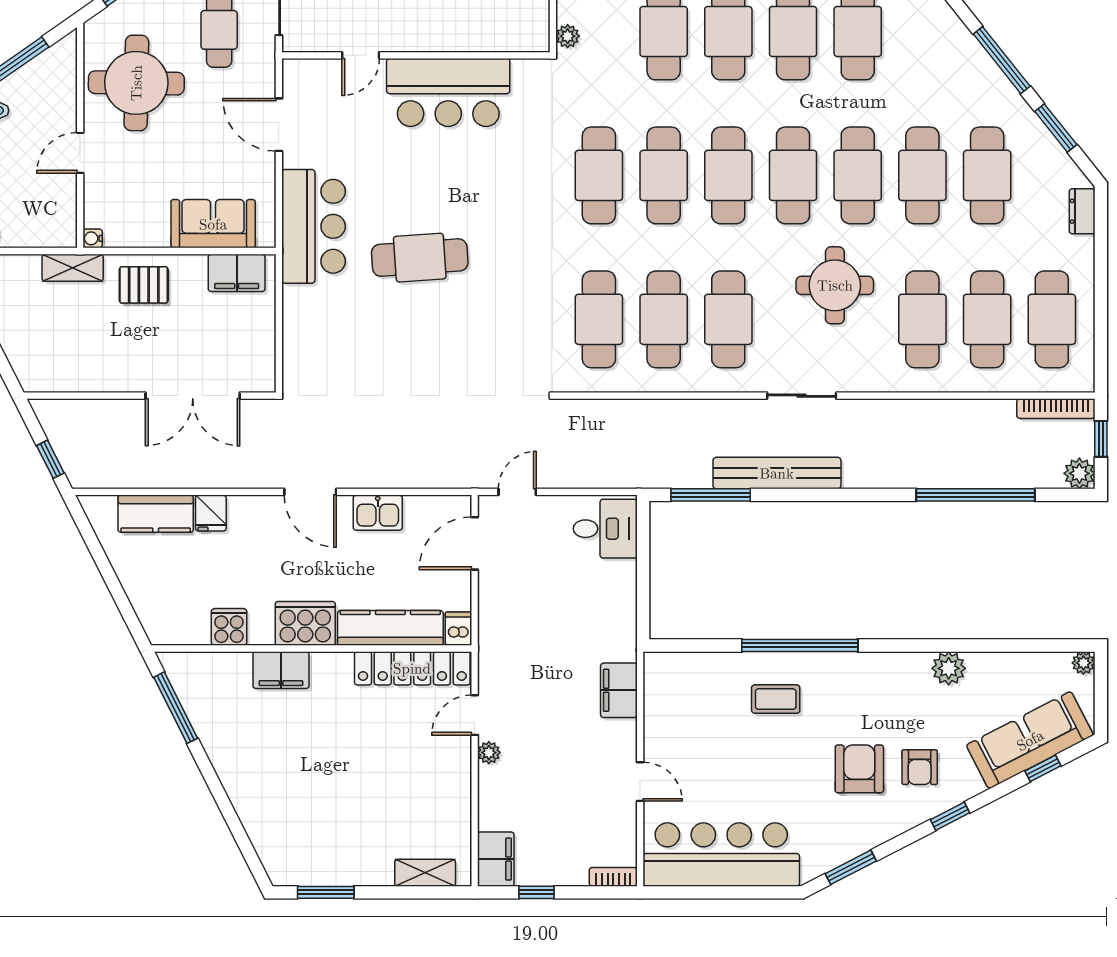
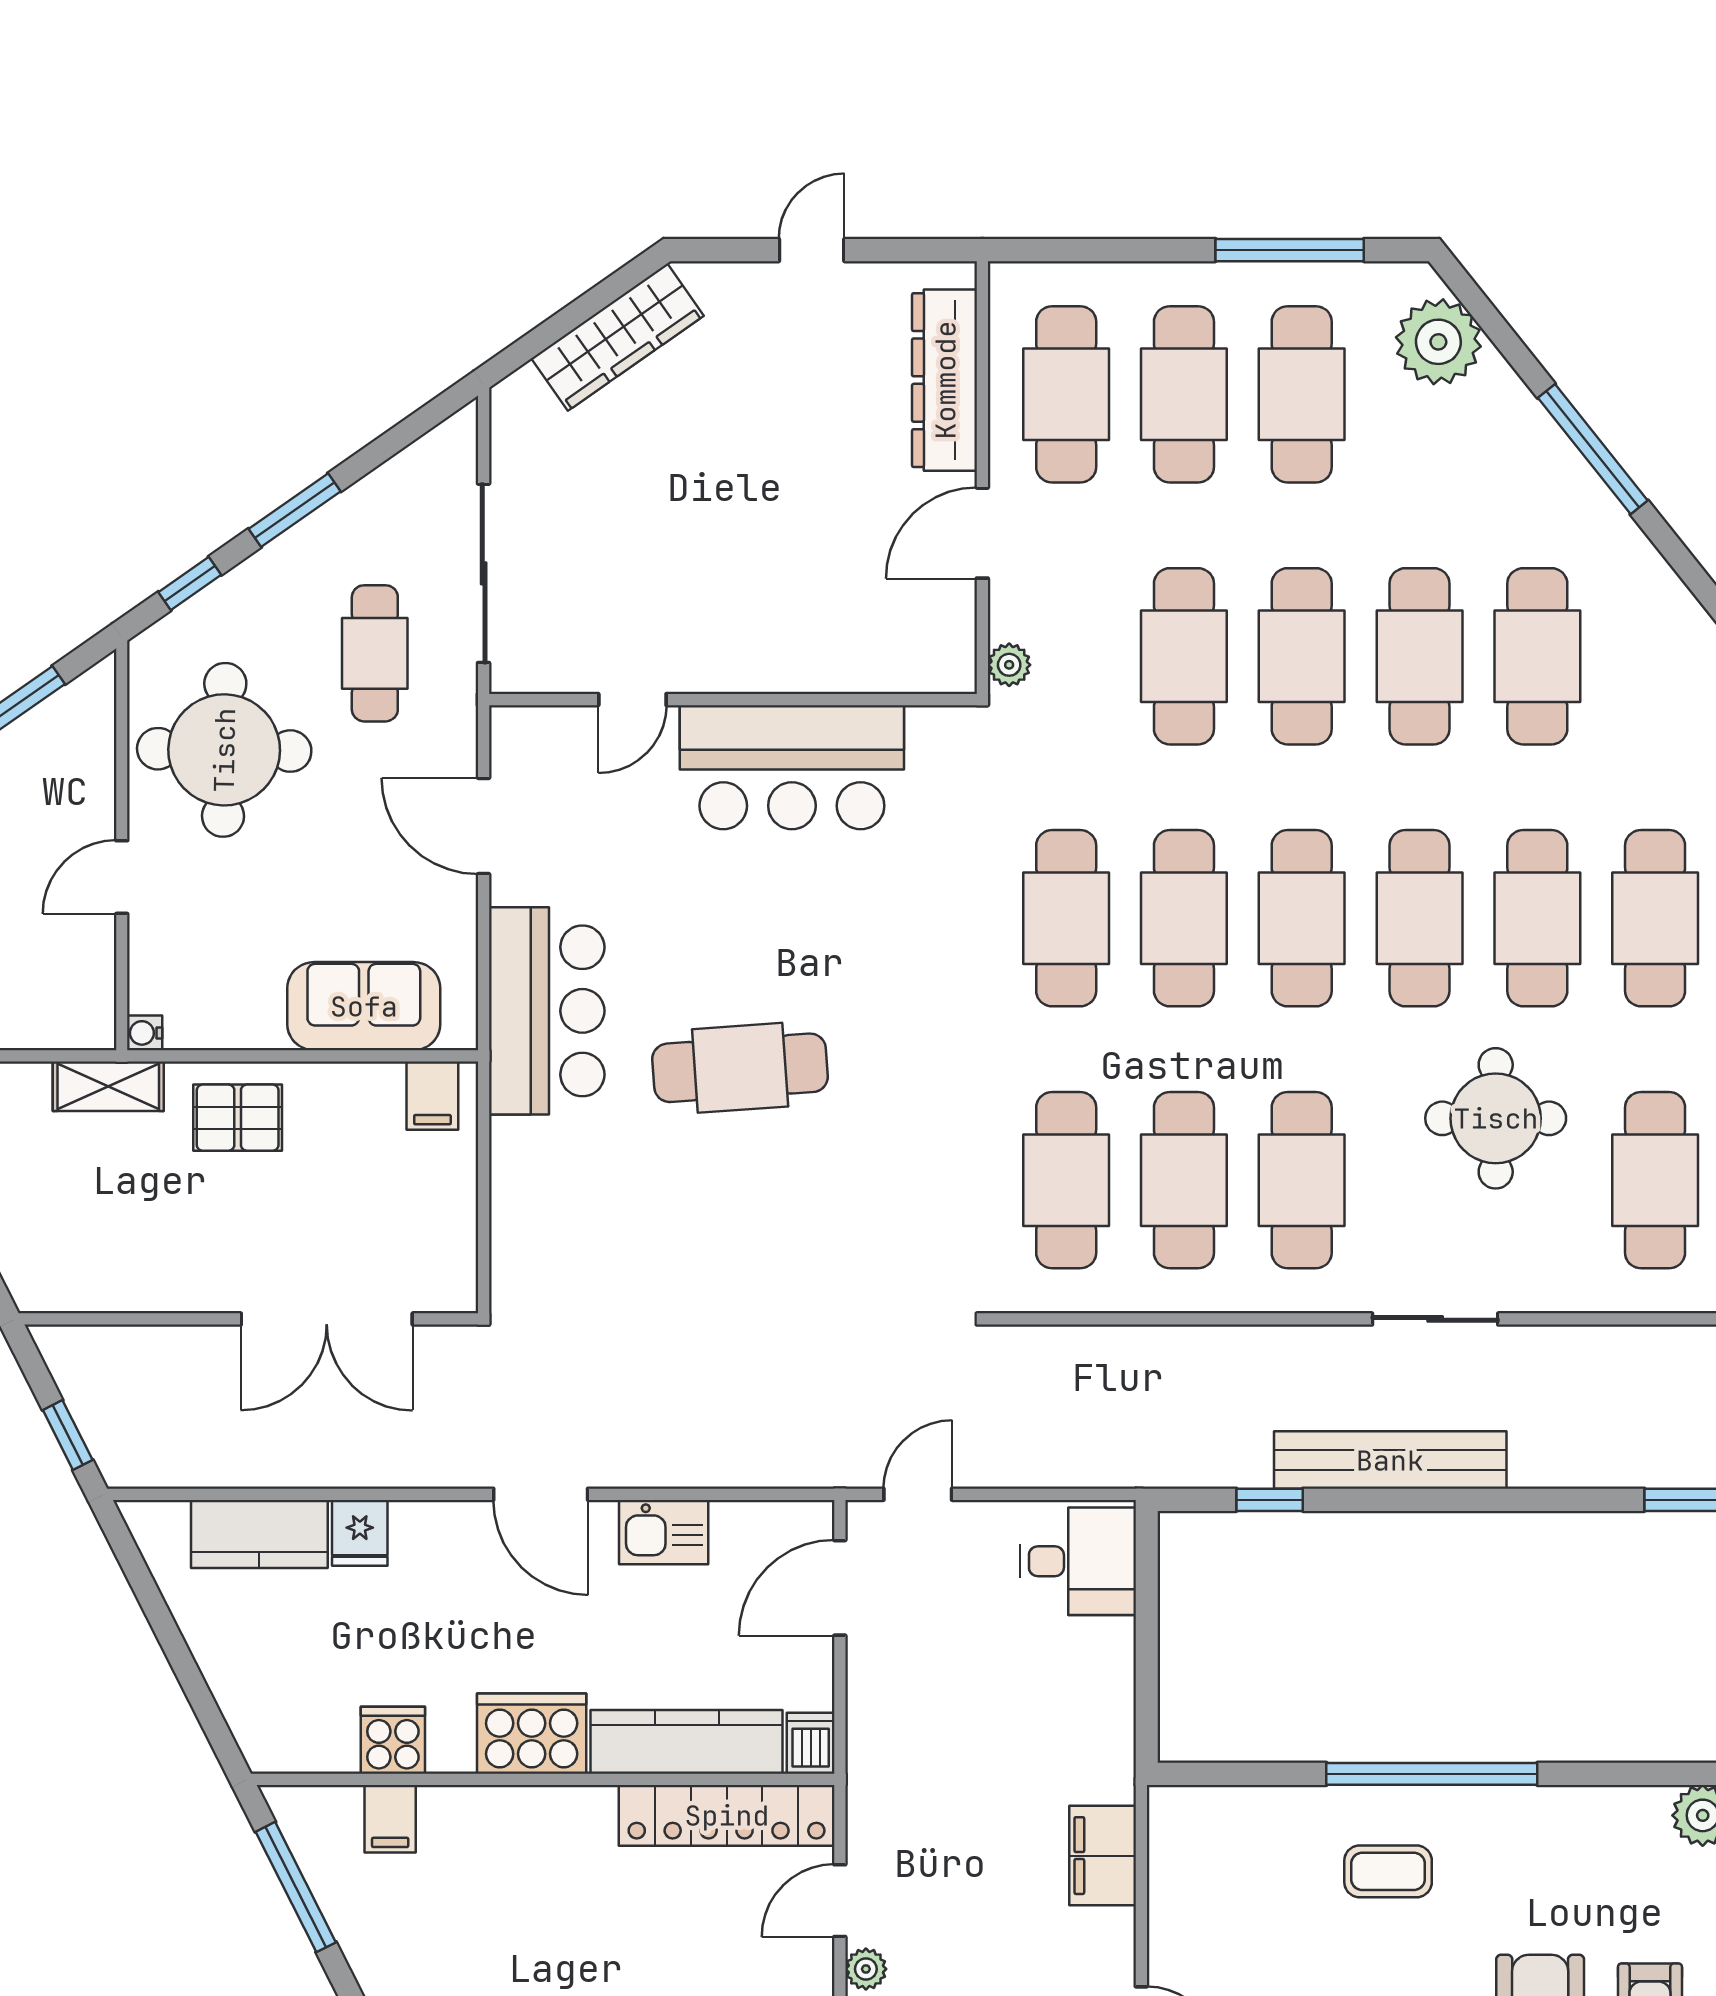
filing cabinet: (237, 273) -> (432, 1096), width x0.50
window: (711, 495) -> (1270, 1500), width x0.46
filing cabinet: (281, 670) -> (390, 1819), moved, width x0.50

